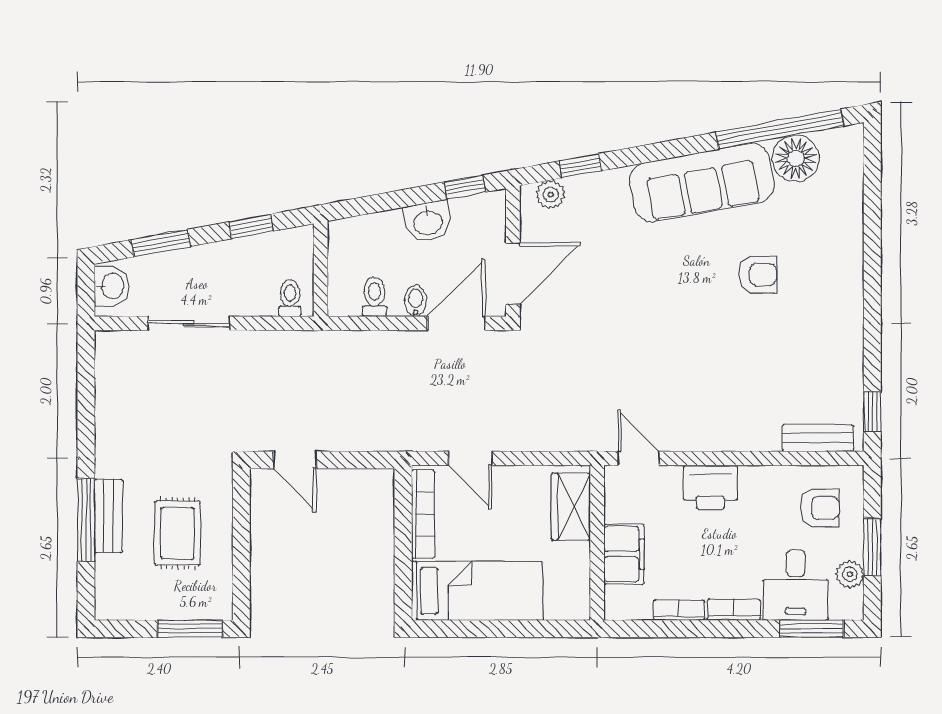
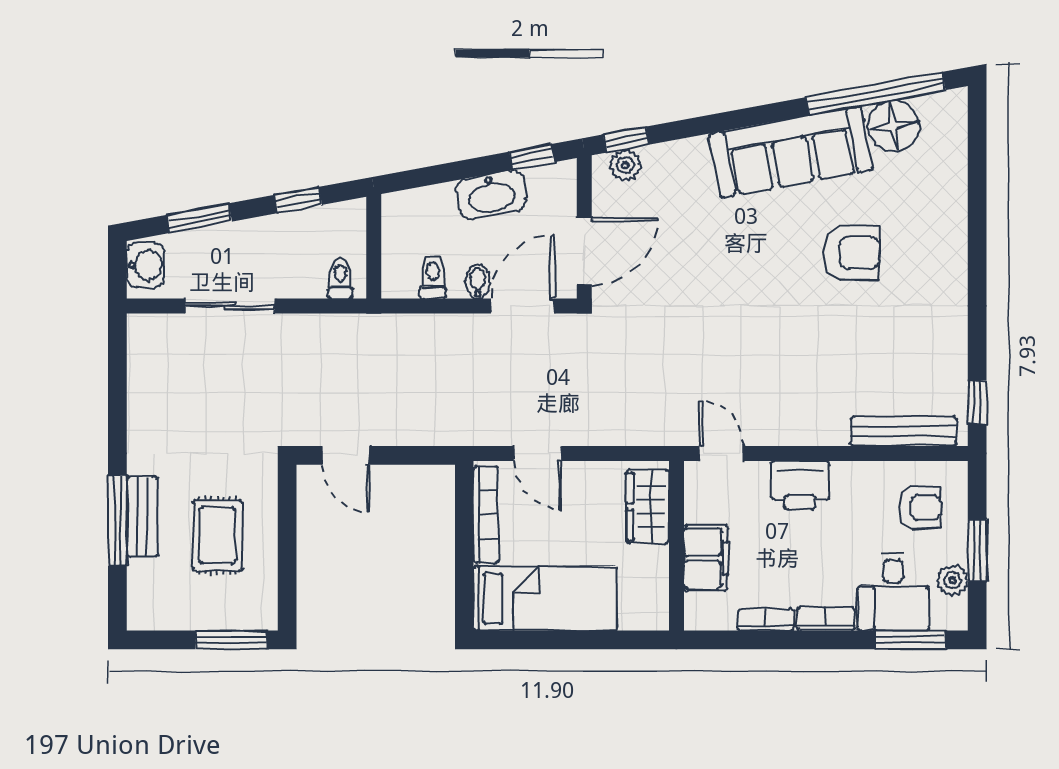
window: (580, 166) -> (626, 140), moved
washbasin: (428, 222) -> (491, 195), width x1.38
armchair: (758, 275) -> (852, 253), width x1.38, depth x1.38
bench: (818, 438) -> (903, 431), width x1.36

